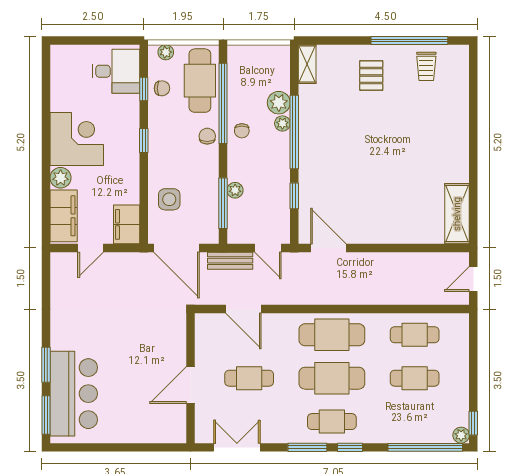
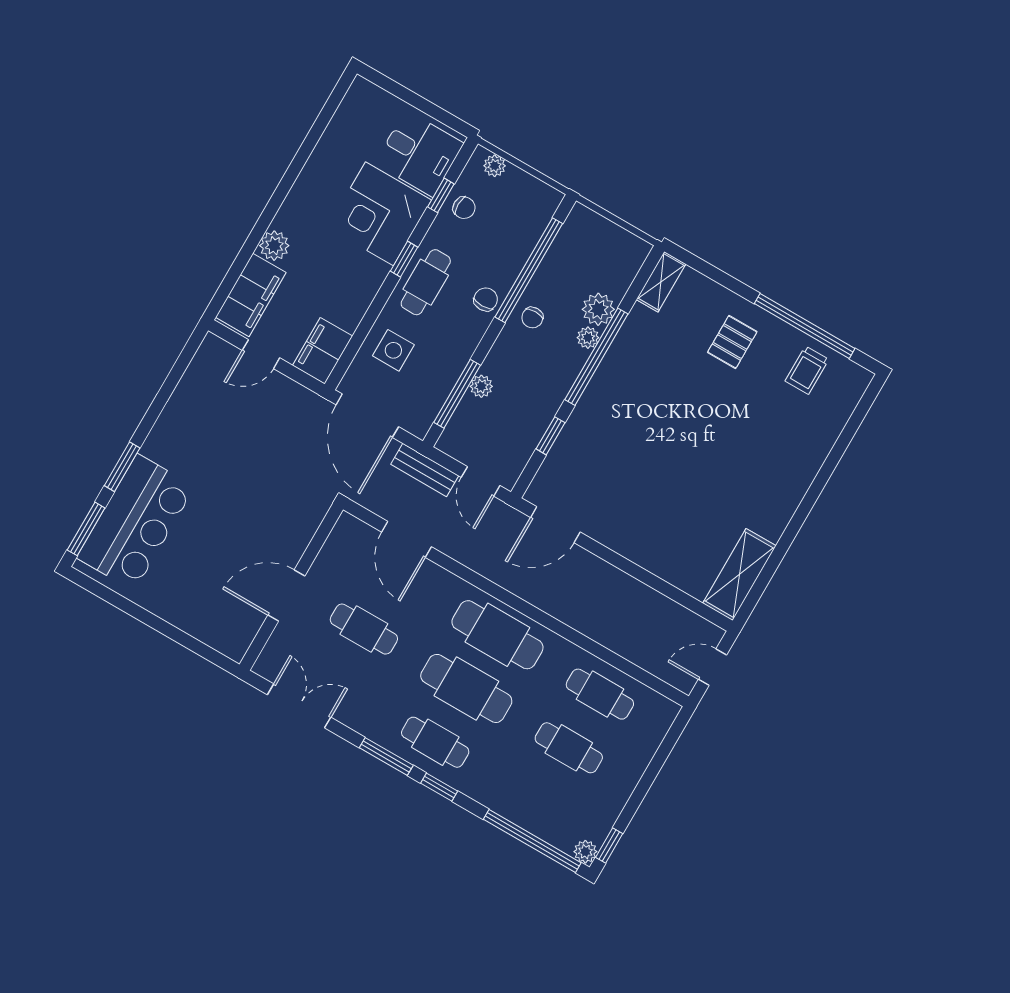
cafe table: (200, 81) -> (426, 282), moved, width x0.73, depth x0.74
corner desk: (77, 139) -> (379, 214), moved, turned 180
door: (328, 248) -> (555, 525), swing flipped

